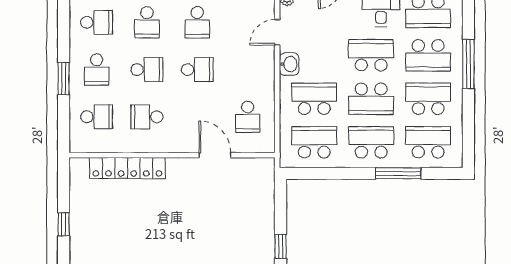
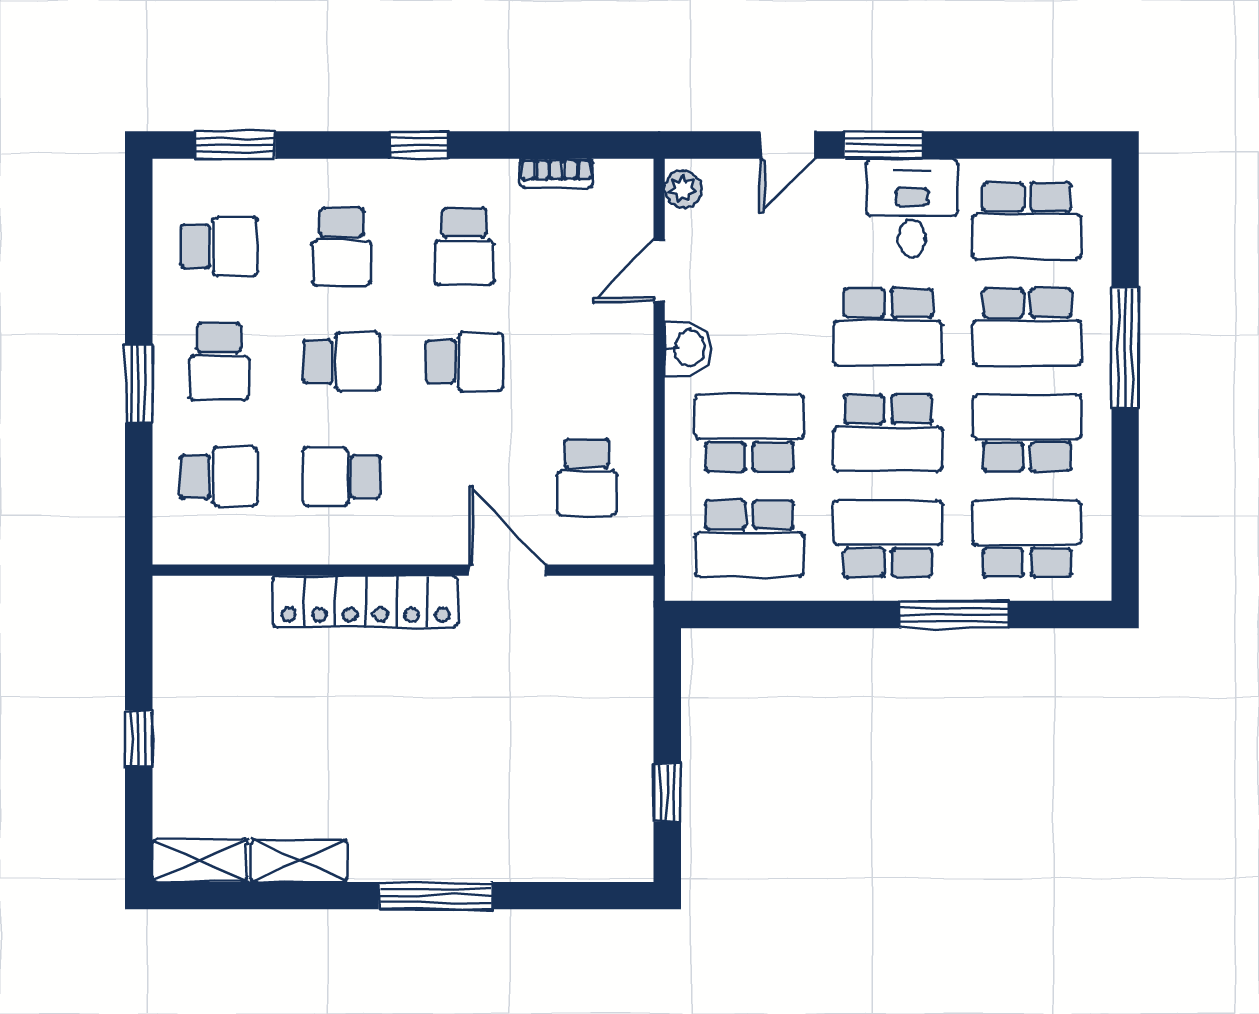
school desk: (371, 55) -> (888, 327), turned 180
school desk: (314, 142) -> (749, 539), turned 180
locker: (127, 168) -> (365, 602), moved

